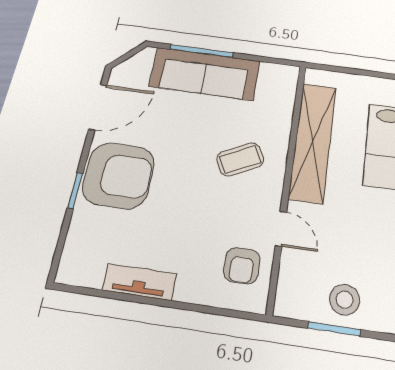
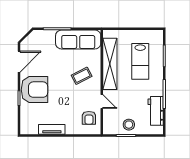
sofa: (205, 74) -> (78, 39), moved

